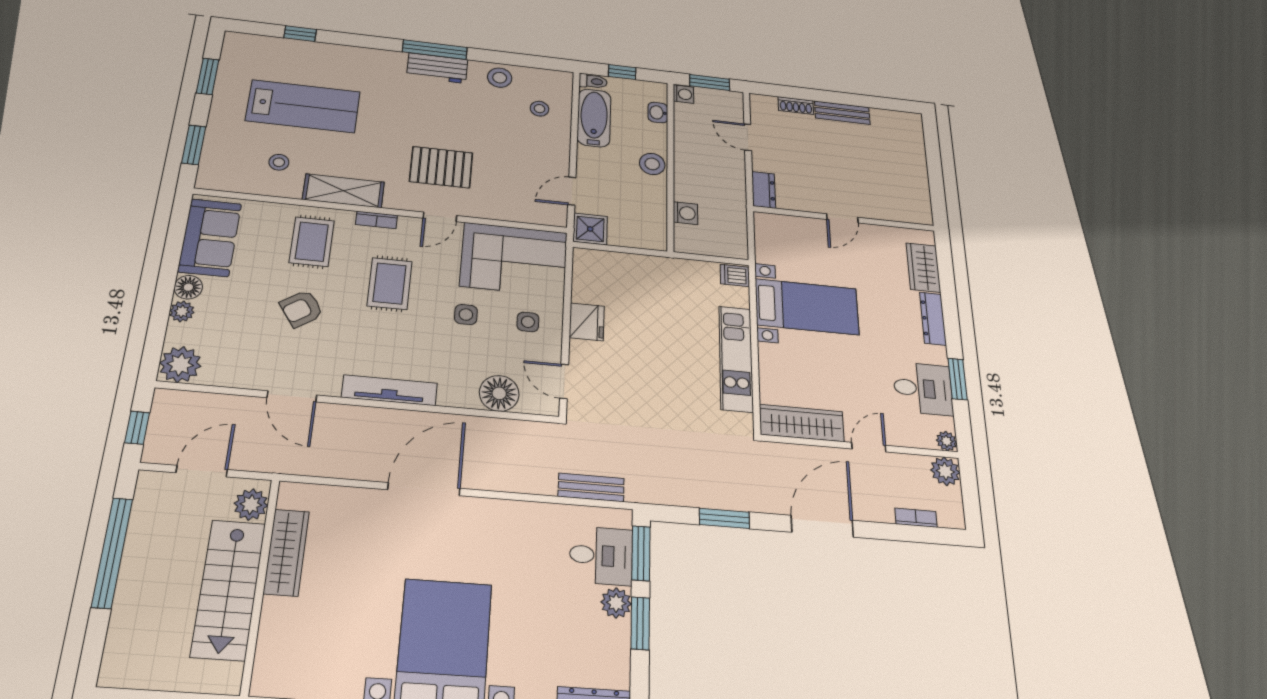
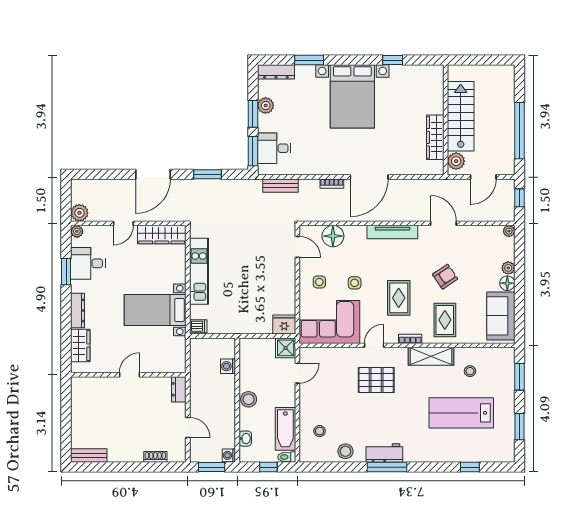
bench: (842, 113) -> (89, 456), moved
fridge: (587, 322) -> (284, 324), moved, turned 90
plant: (180, 364) -> (509, 231), width x0.53, depth x0.53
bookcase: (916, 518) -> (332, 184), moved
plant: (616, 603) -> (266, 106), moved

